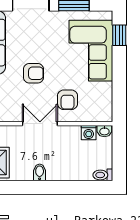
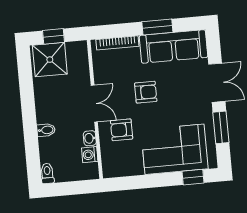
armchair: (33, 73) -> (146, 92), turned -90
washbasin: (104, 131) -> (90, 138), moved
bidet: (40, 172) -> (46, 130), moved

